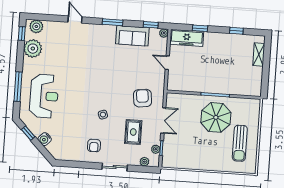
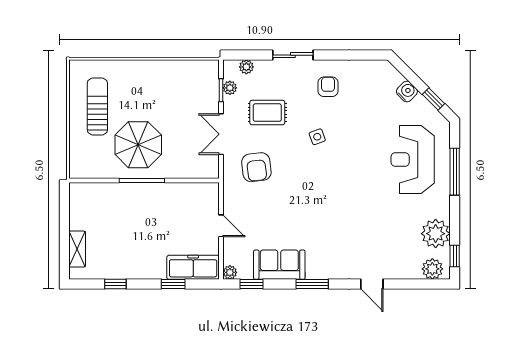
rug: (133, 132) -> (267, 113), turned 90

